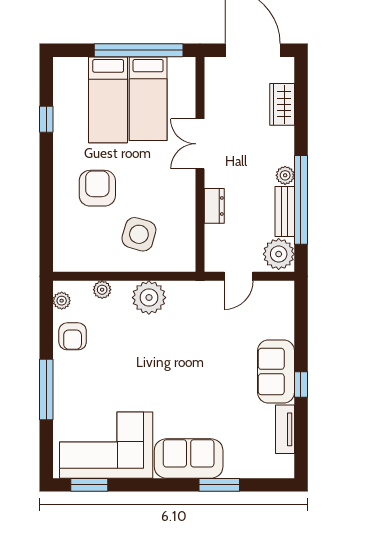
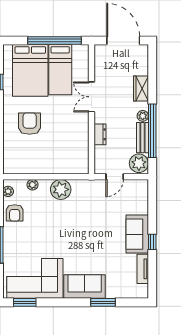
bed: (108, 100) -> (30, 70), width x1.50
wardrobe: (282, 104) -> (141, 88), moved
side table: (139, 234) -> (55, 151), removed

